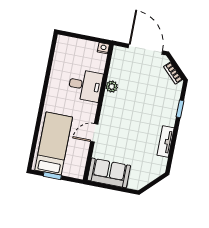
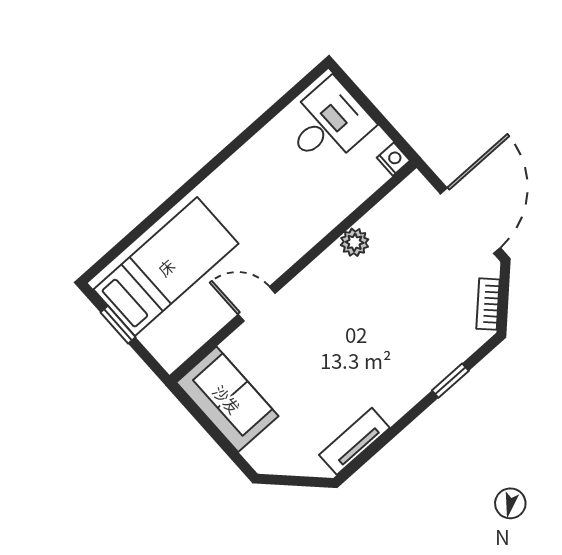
desk: (85, 85) -> (328, 124), moved, turned -90
tv unit: (166, 142) -> (354, 441), moved

